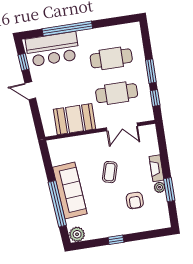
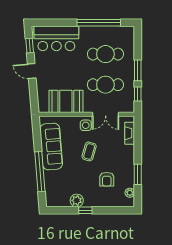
window: (67, 29) -> (99, 23), moved
side table: (101, 143) -> (86, 125), added
fireplace: (156, 168) -> (130, 133), moved
plant: (160, 187) -> (130, 193), moved
sofa: (70, 191) -> (51, 147), moved
plant: (77, 234) -> (77, 200), moved

